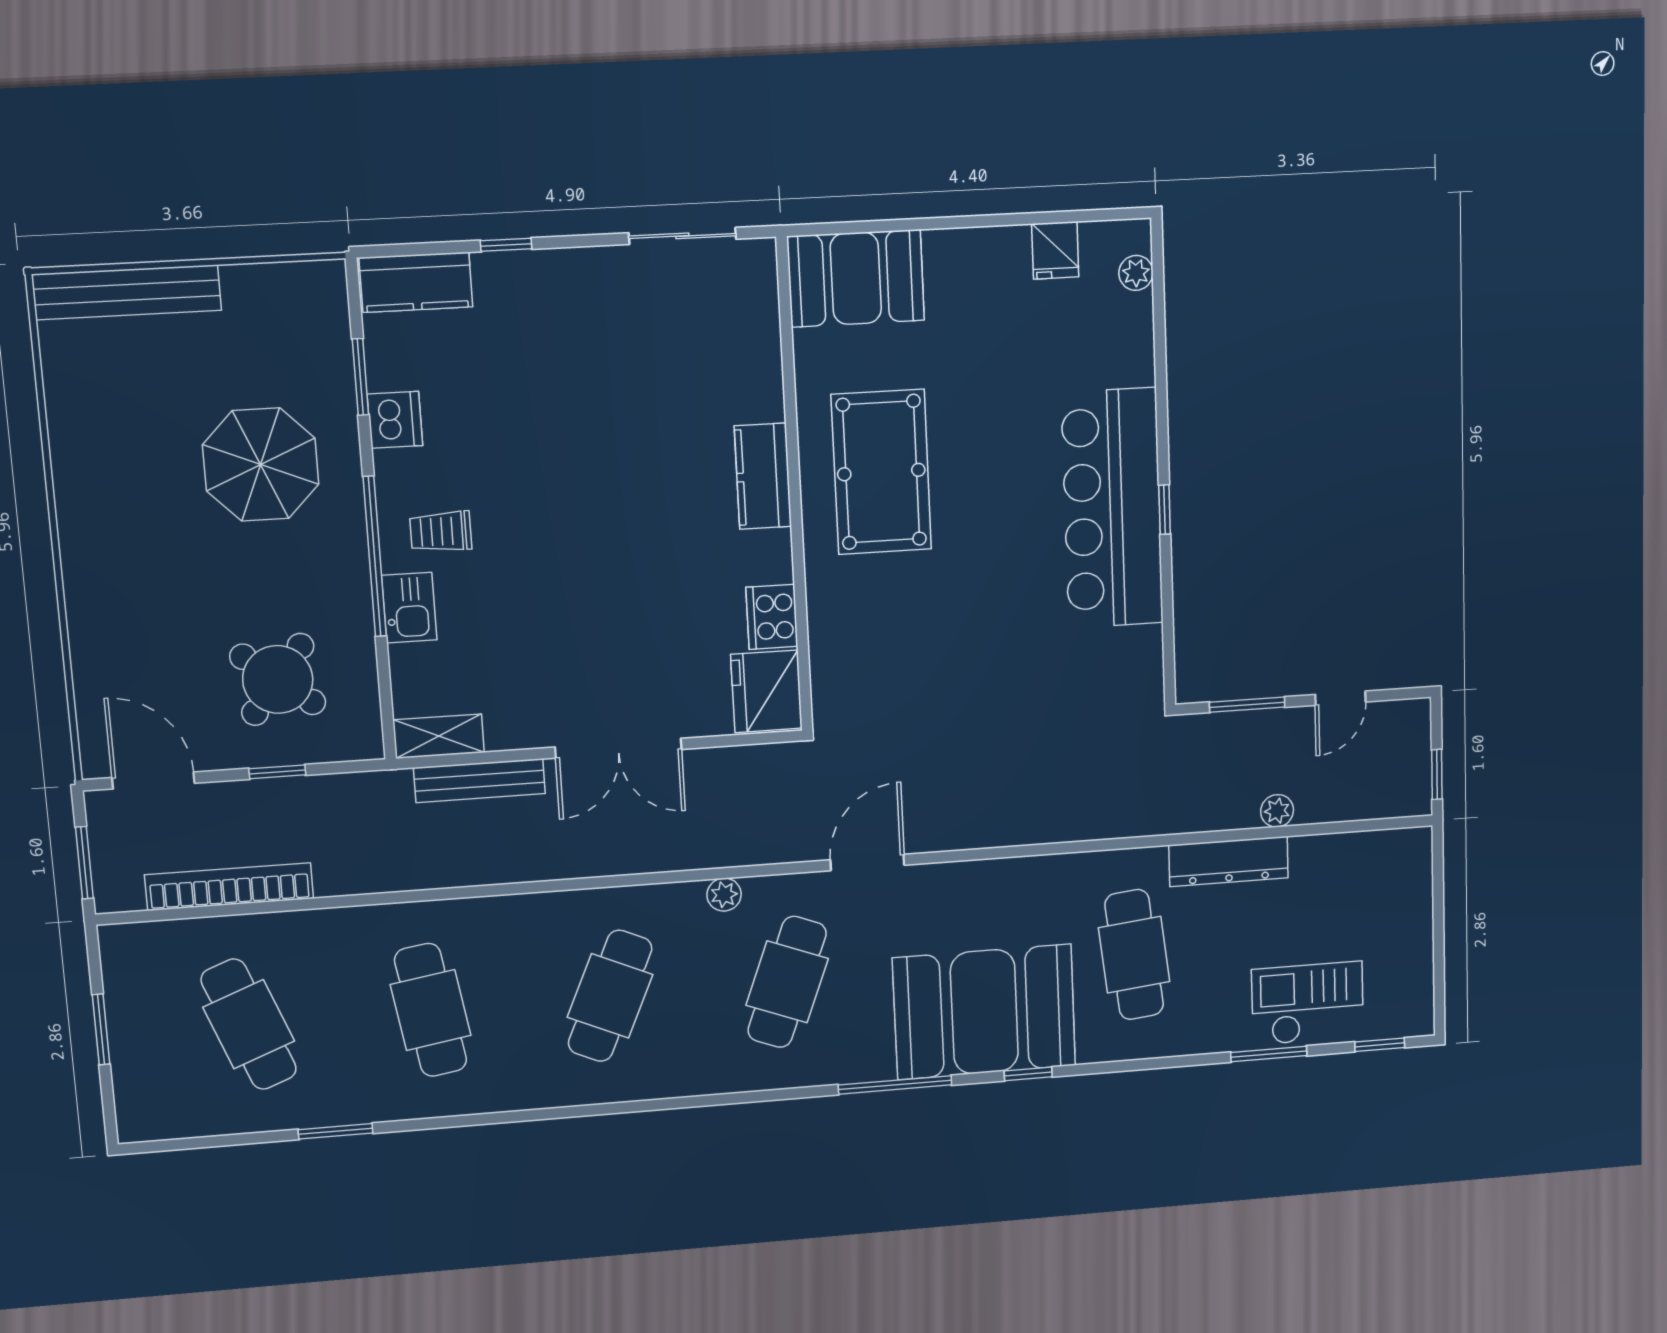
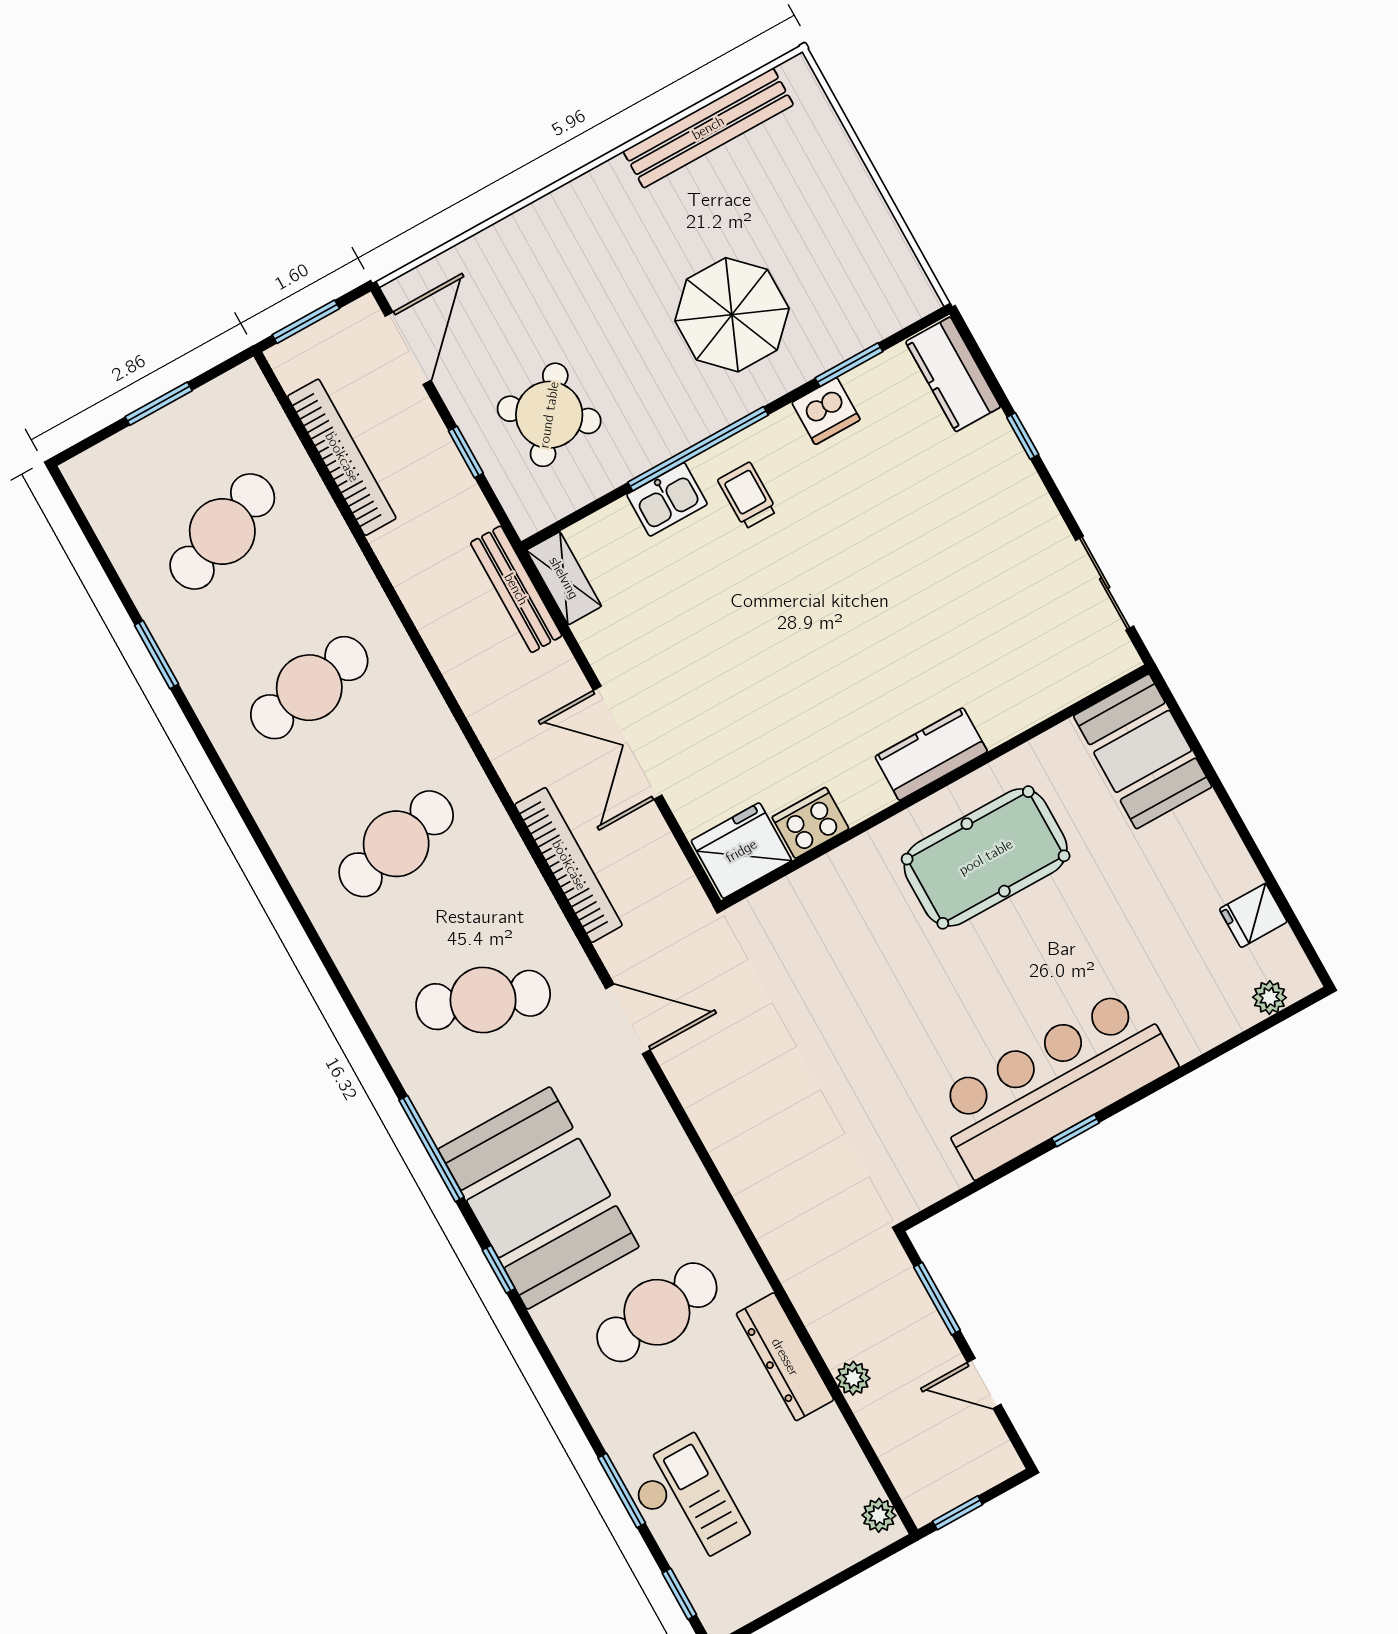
bench: (127, 292) -> (708, 128), moved, turned 90
bench: (479, 781) -> (516, 589), moved
bookcase: (704, 852) -> (569, 865), added
plant: (724, 895) -> (879, 1515), moved
cafe table: (610, 996) -> (396, 844), turned -36

